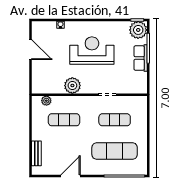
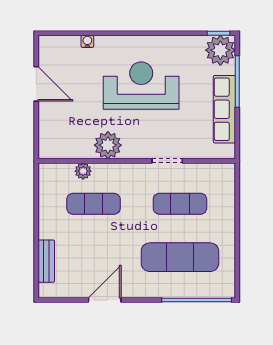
row of seats: (141, 58) -> (224, 109), width x1.48
plant: (46, 101) -> (83, 171), moved

